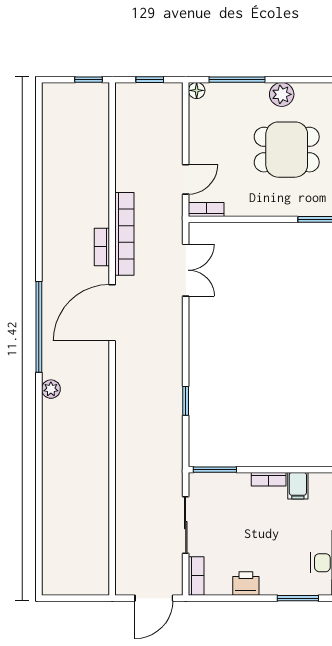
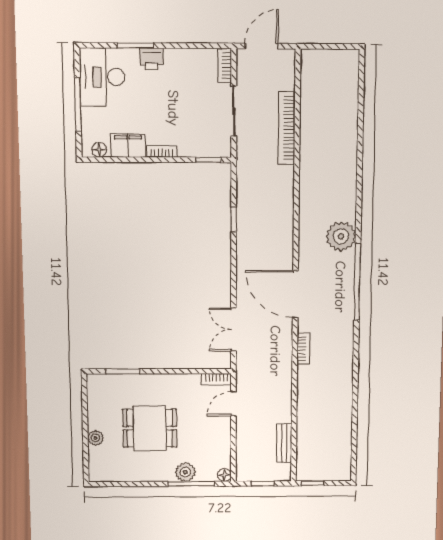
plant: (282, 94) -> (185, 472), moved
bench: (124, 130) -> (284, 443), added
bookcase: (124, 234) -> (287, 128), moved
door: (112, 313) -> (295, 294), swing flipped
plant: (51, 389) -> (341, 236), width x1.87, depth x1.87
window: (215, 470) -> (208, 160), width x0.67
filing cabinet: (298, 486) -> (128, 146), width x2.00
printer: (246, 583) -> (152, 59), moved

